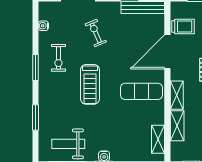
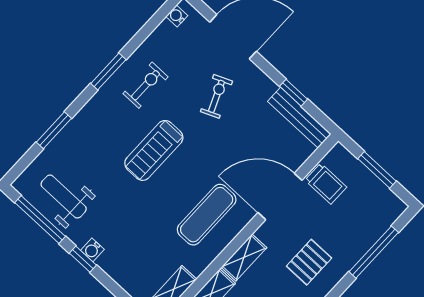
water cooler: (43, 26) -> (177, 16), moved
exercise bike: (58, 58) -> (146, 85), turned 180
exercise mat: (141, 91) -> (207, 215), turned 90

